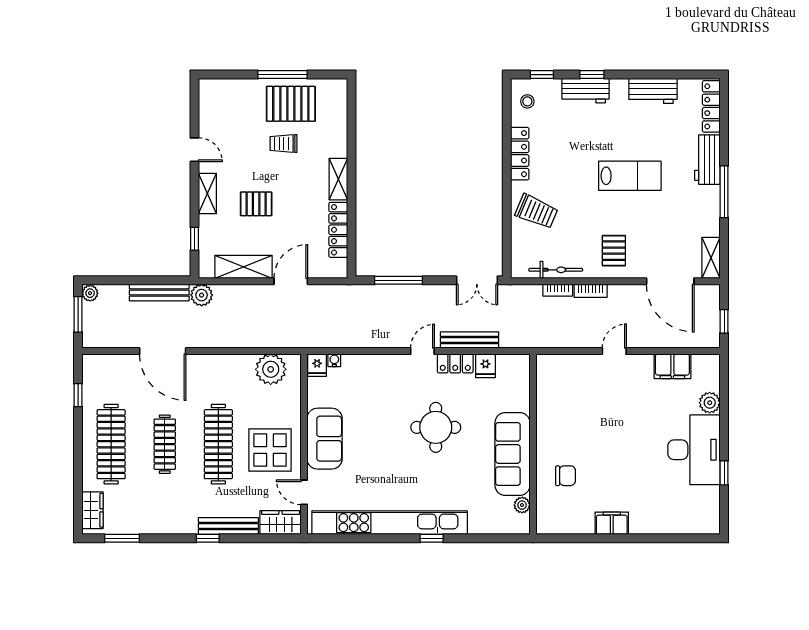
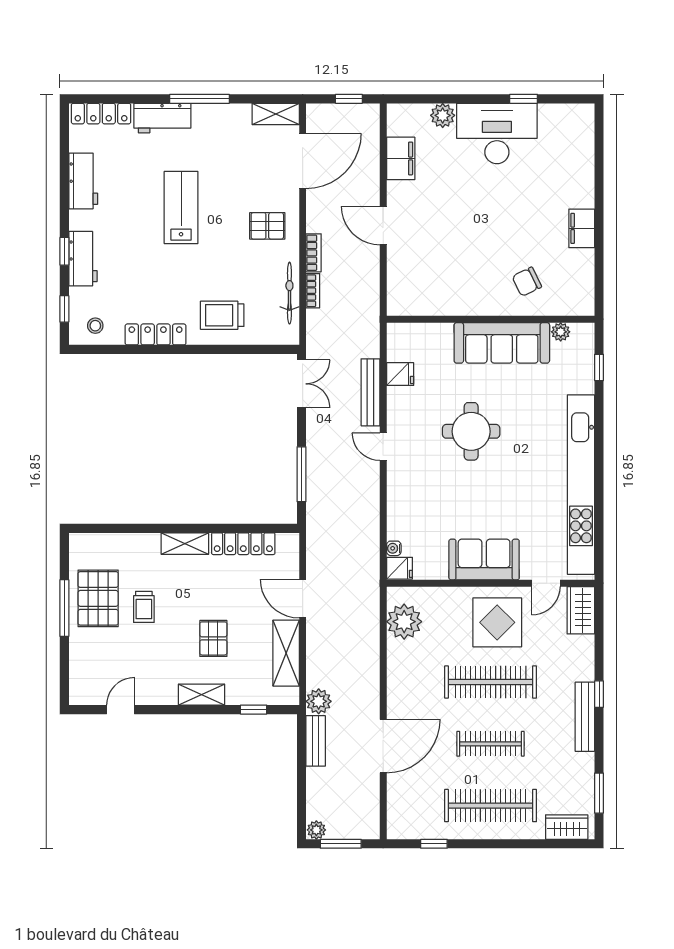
door: (194, 150) -> (121, 710), moved
trolley: (536, 211) -> (222, 315), turned -113
bench: (159, 293) -> (316, 741), width x0.73
door: (614, 351) -> (383, 226), width x1.38
locker: (455, 363) -> (397, 409), removed
chair: (566, 476) -> (527, 282), turned -116
bench: (228, 526) -> (585, 717), moved
window: (432, 538) -> (599, 367), moved

